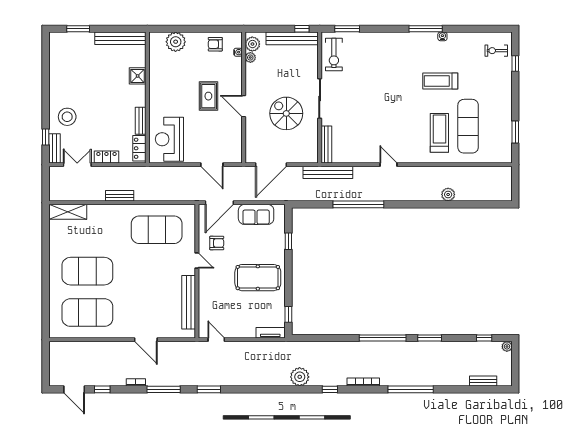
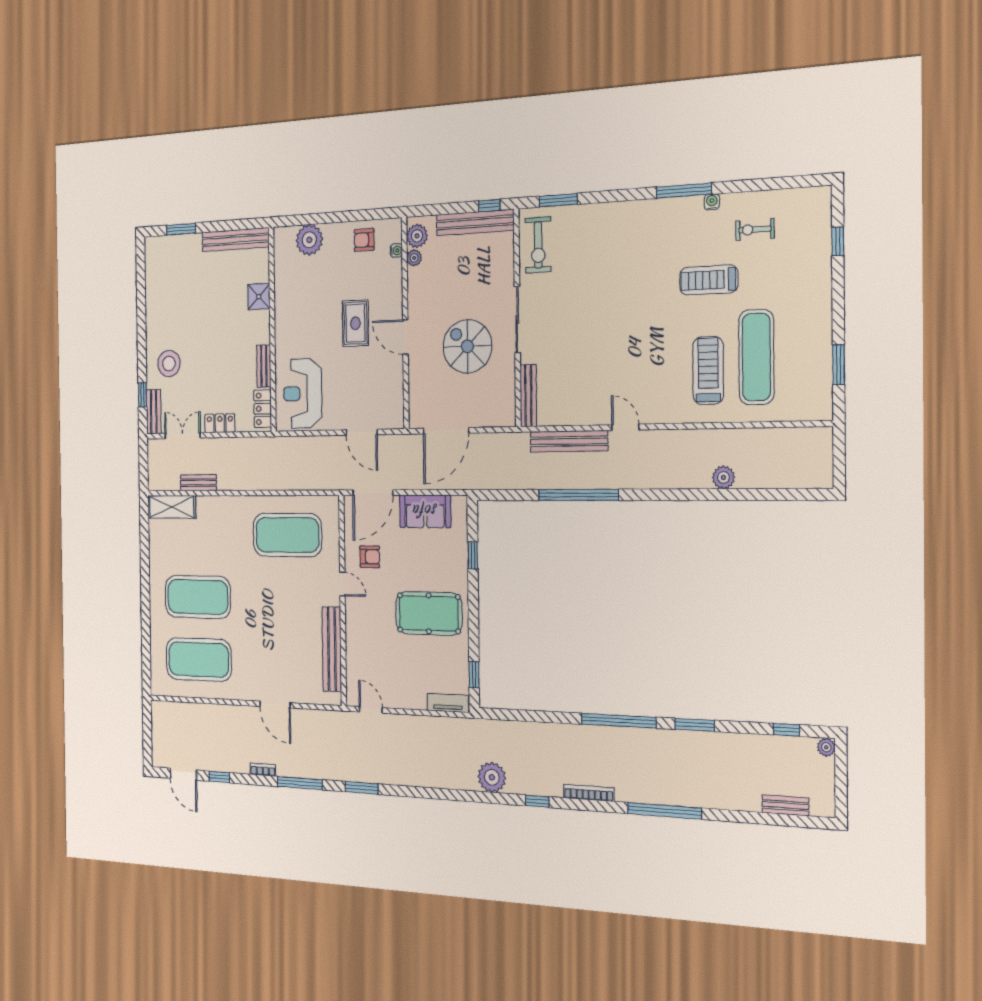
exercise bike: (496, 51) -> (755, 229), moved
bench: (328, 172) -> (569, 441), moved
bench: (120, 196) -> (198, 483), moved

